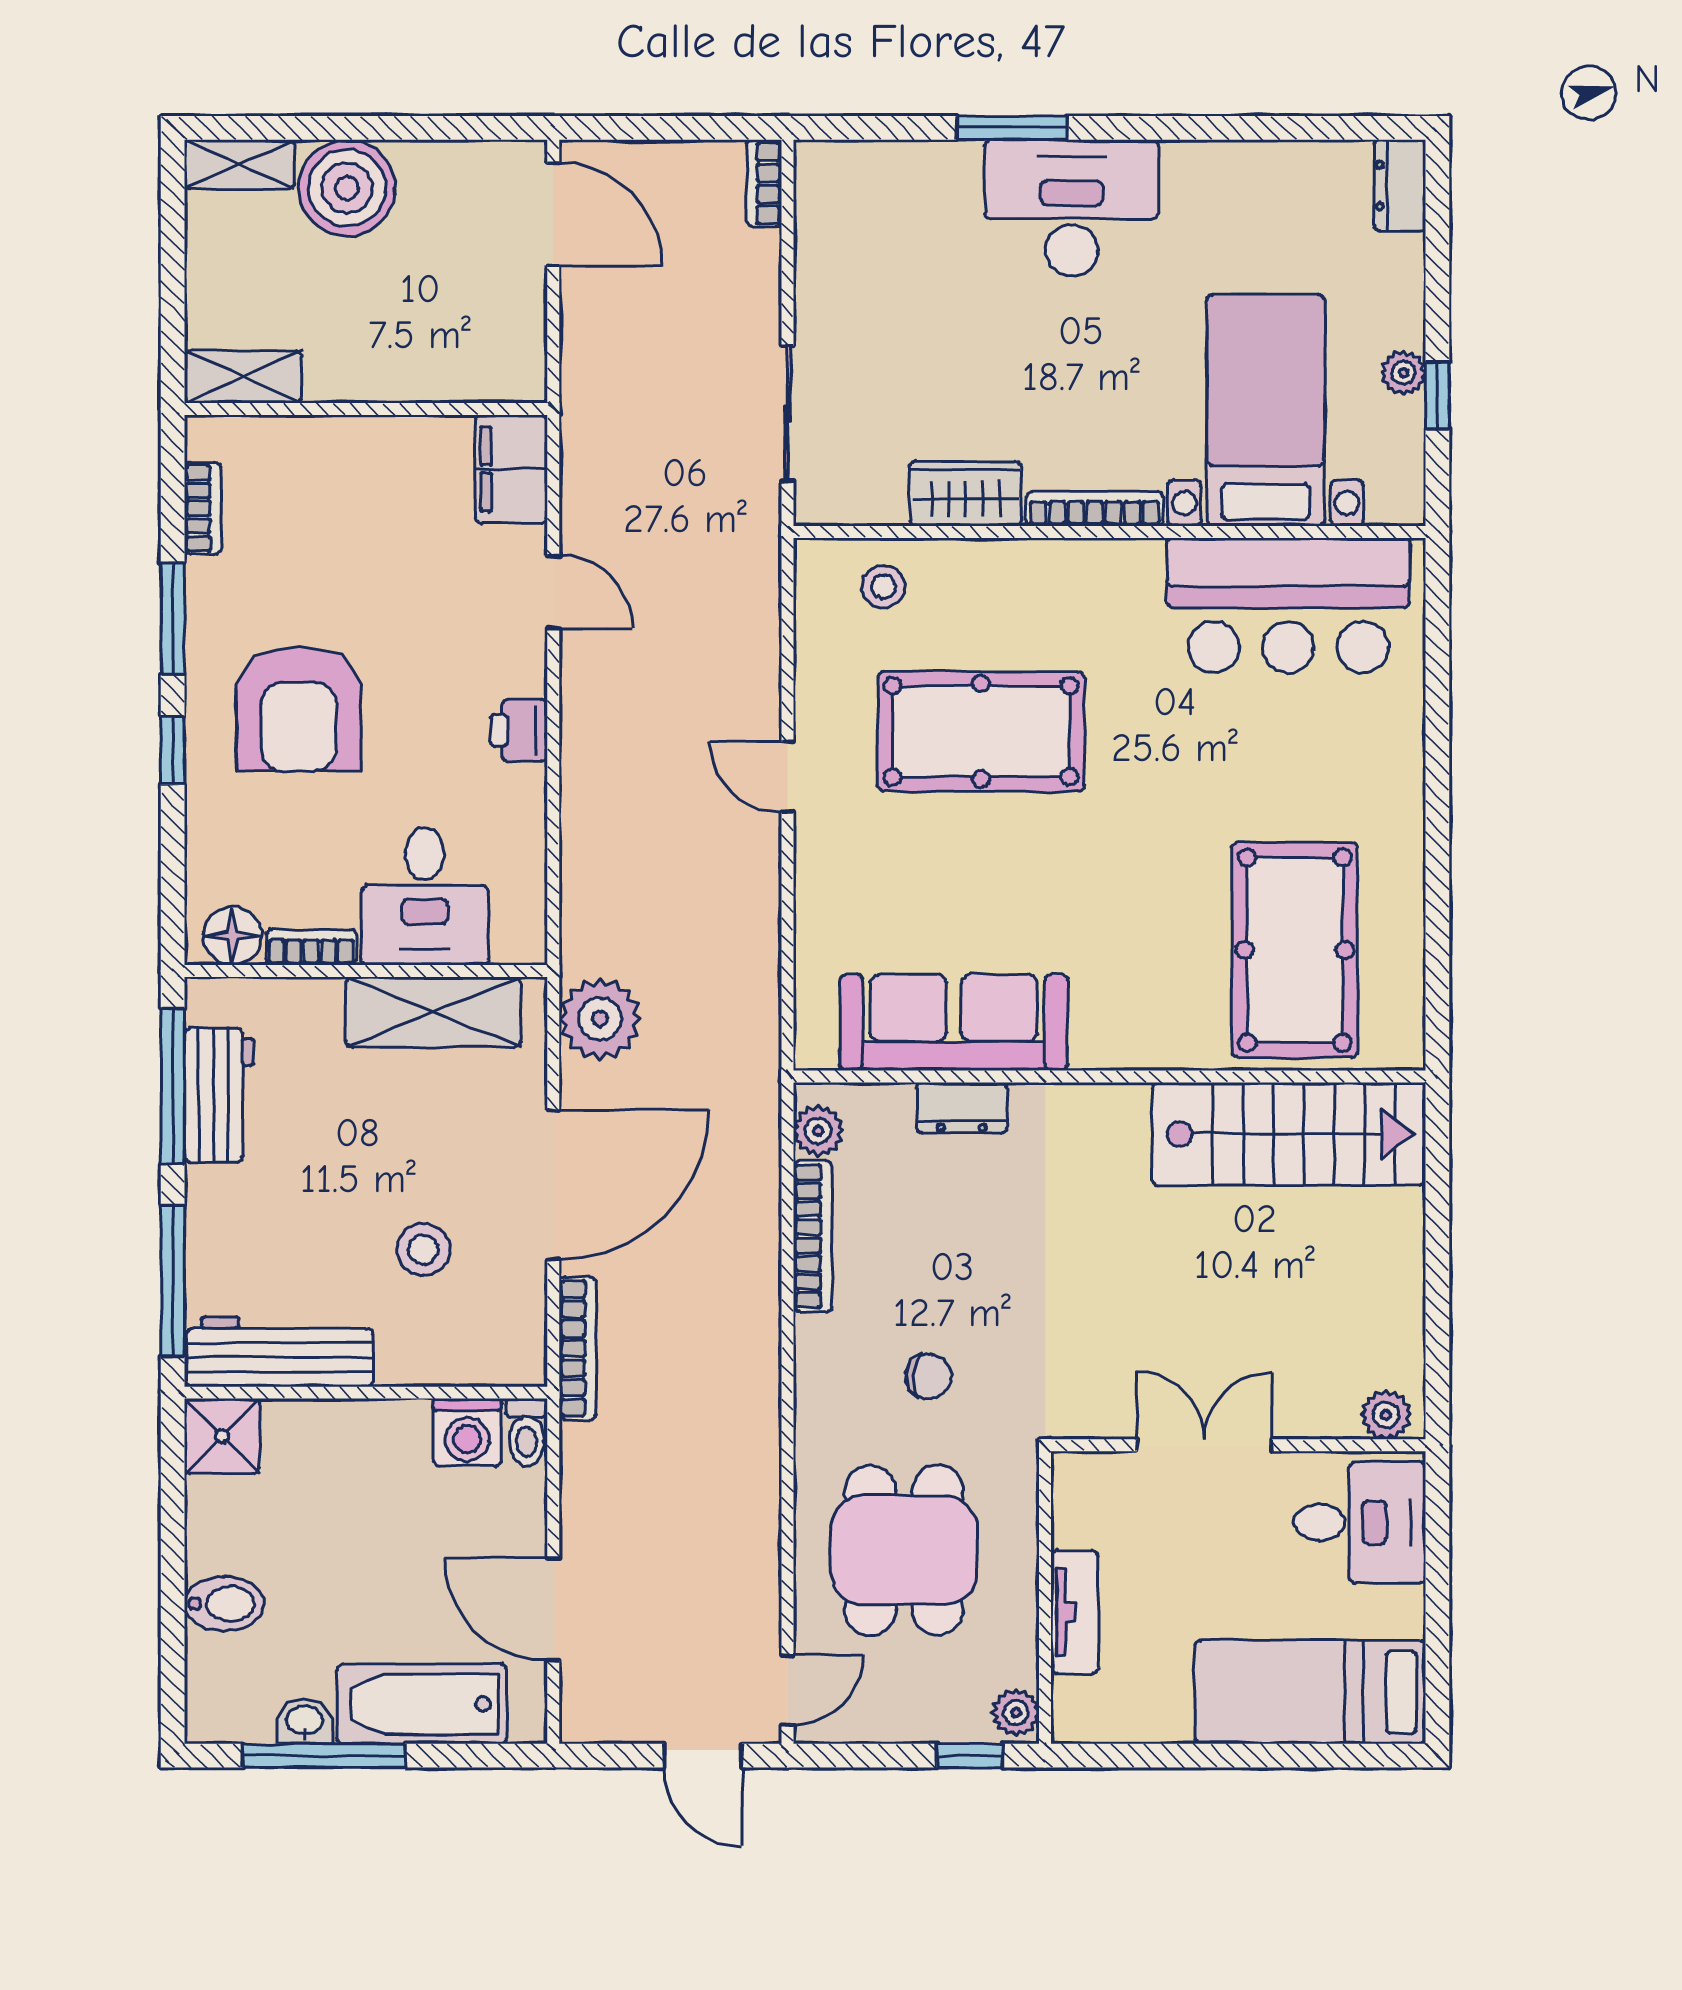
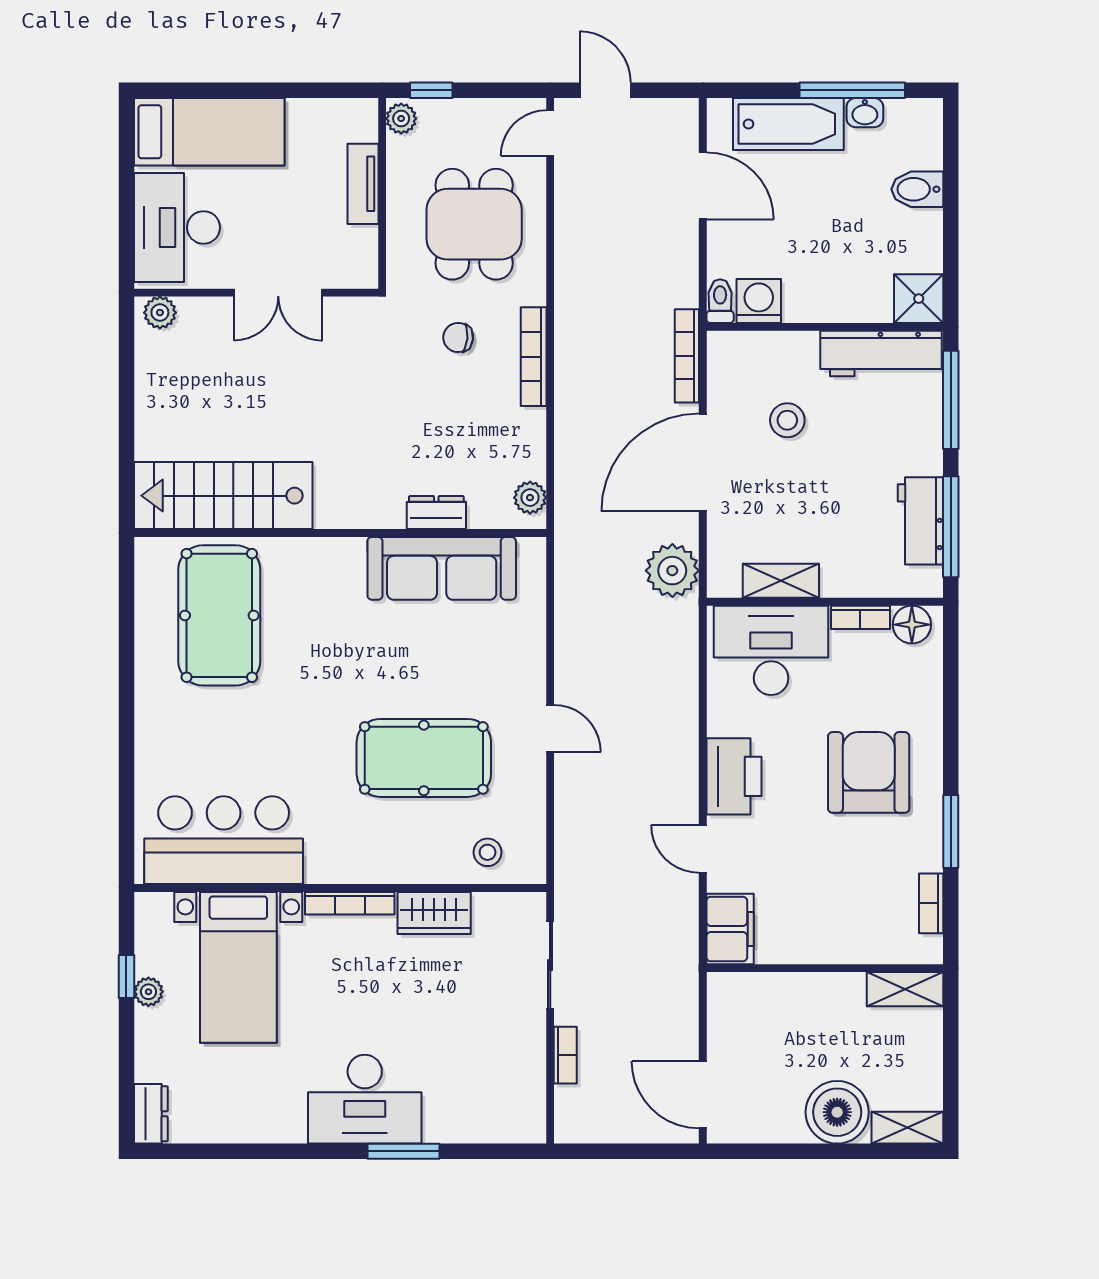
bookcase: (764, 183) -> (565, 1055), moved
printer: (519, 730) -> (734, 776), width x1.87, depth x1.48
window: (173, 750) -> (951, 746), removed
desk: (425, 896) -> (771, 650), width x1.37
shelving: (433, 1012) -> (781, 581), width x0.67, depth x0.75
bookcase: (813, 1236) -> (534, 357), moved
desk: (1360, 1523) -> (177, 227), width x1.37

